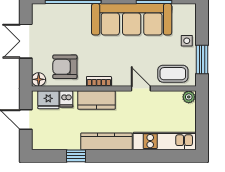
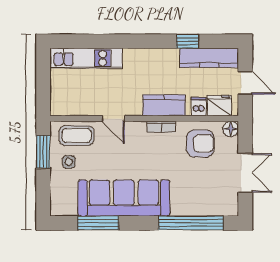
side table: (187, 41) -> (69, 162), moved
plant: (189, 97) -> (58, 109), removed
kitchen counter: (106, 141) -> (209, 58), moved

